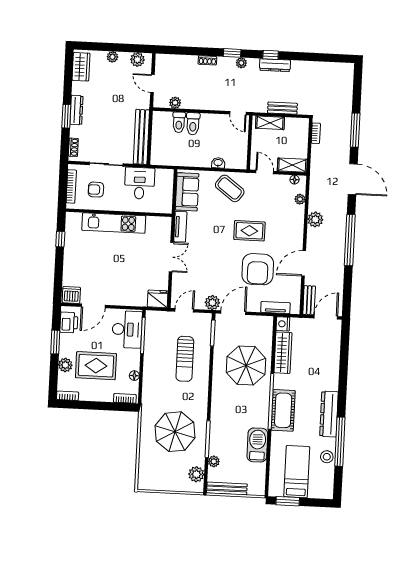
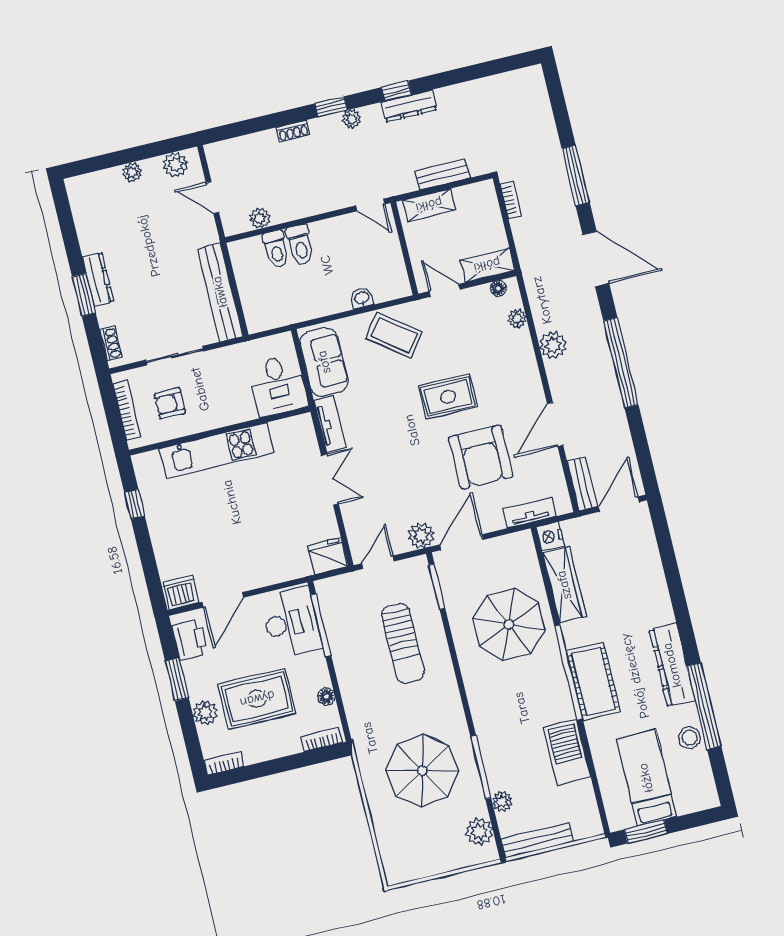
wardrobe: (81, 67) -> (84, 205), removed
desk: (140, 183) -> (278, 385), moved, turned 180

